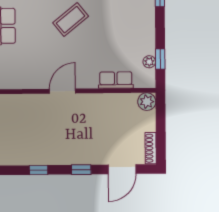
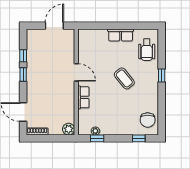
row of seats: (116, 80) -> (83, 97), moved
window: (81, 170) -> (23, 75), moved

